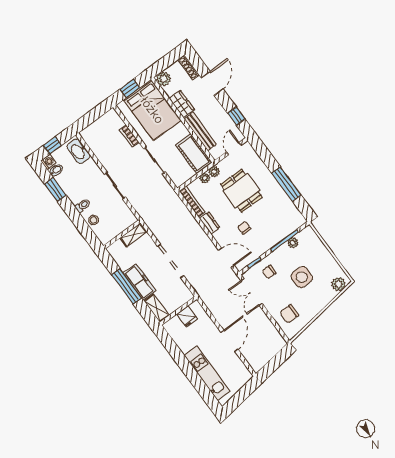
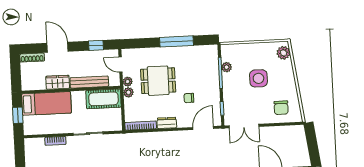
plant: (164, 79) -> (28, 83), removed
bed: (152, 110) -> (47, 103), width x0.67
plant: (205, 178) -> (128, 82), moved
chair: (269, 272) -> (237, 102), removed

